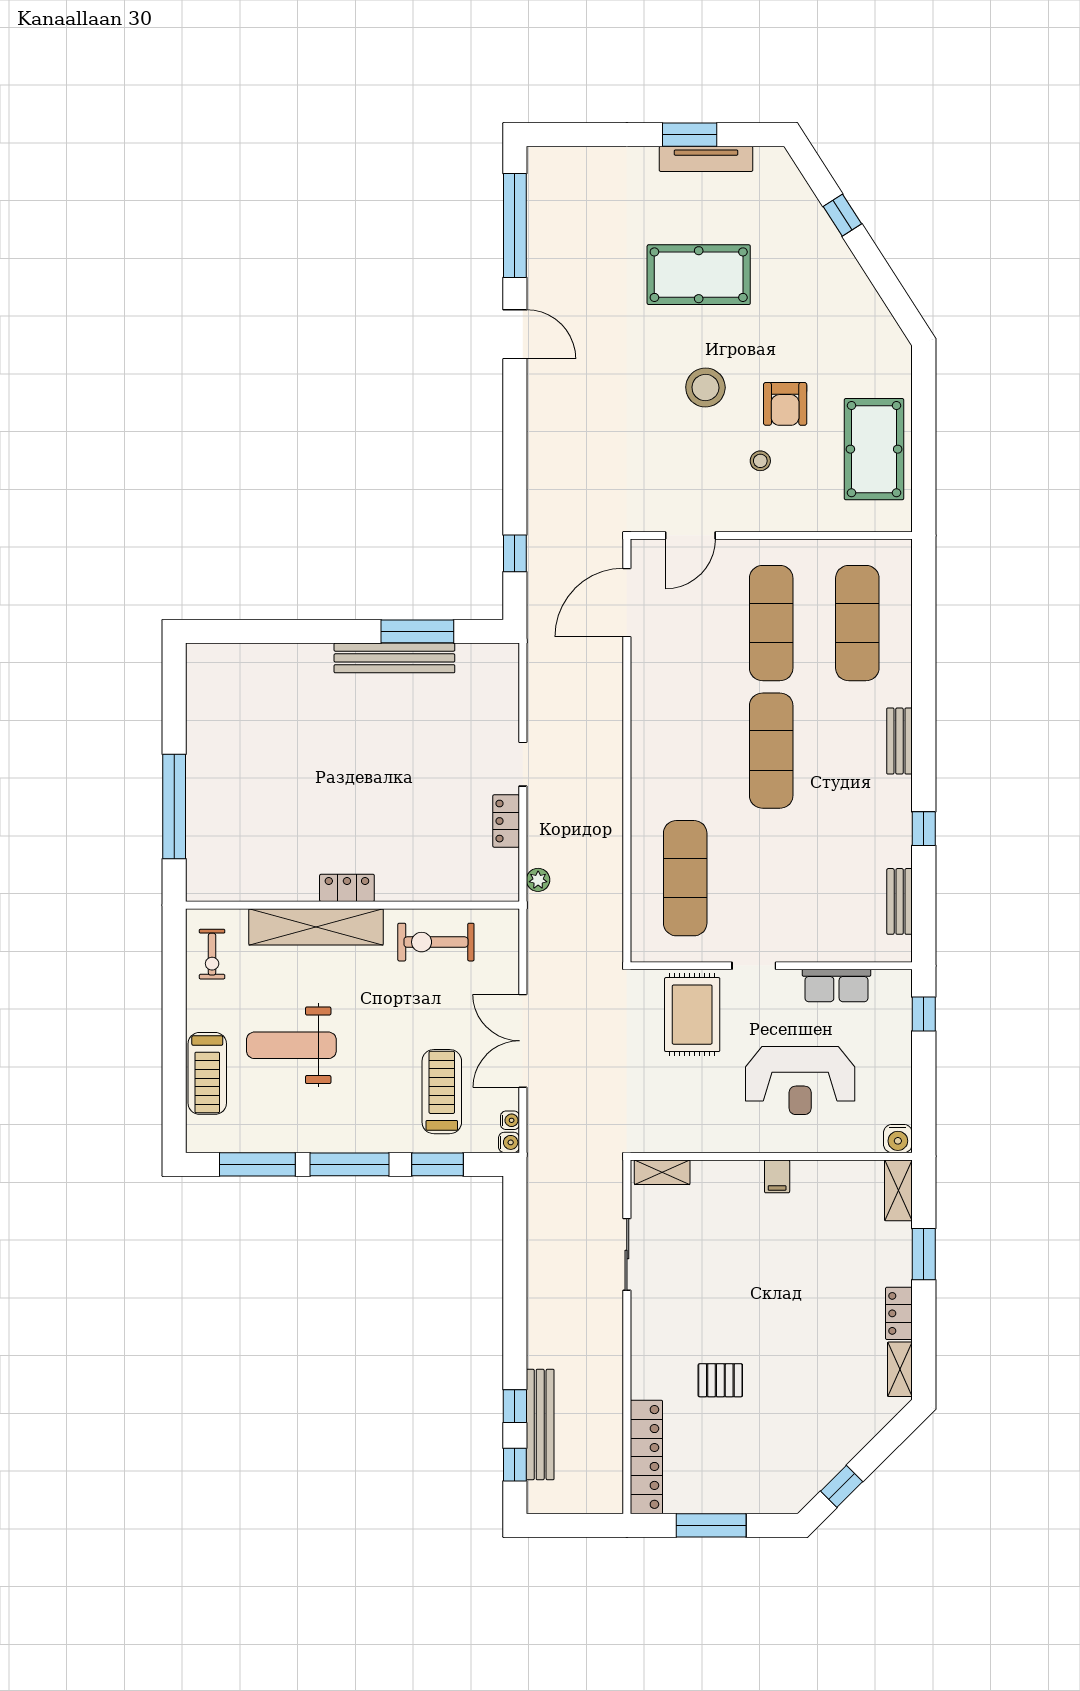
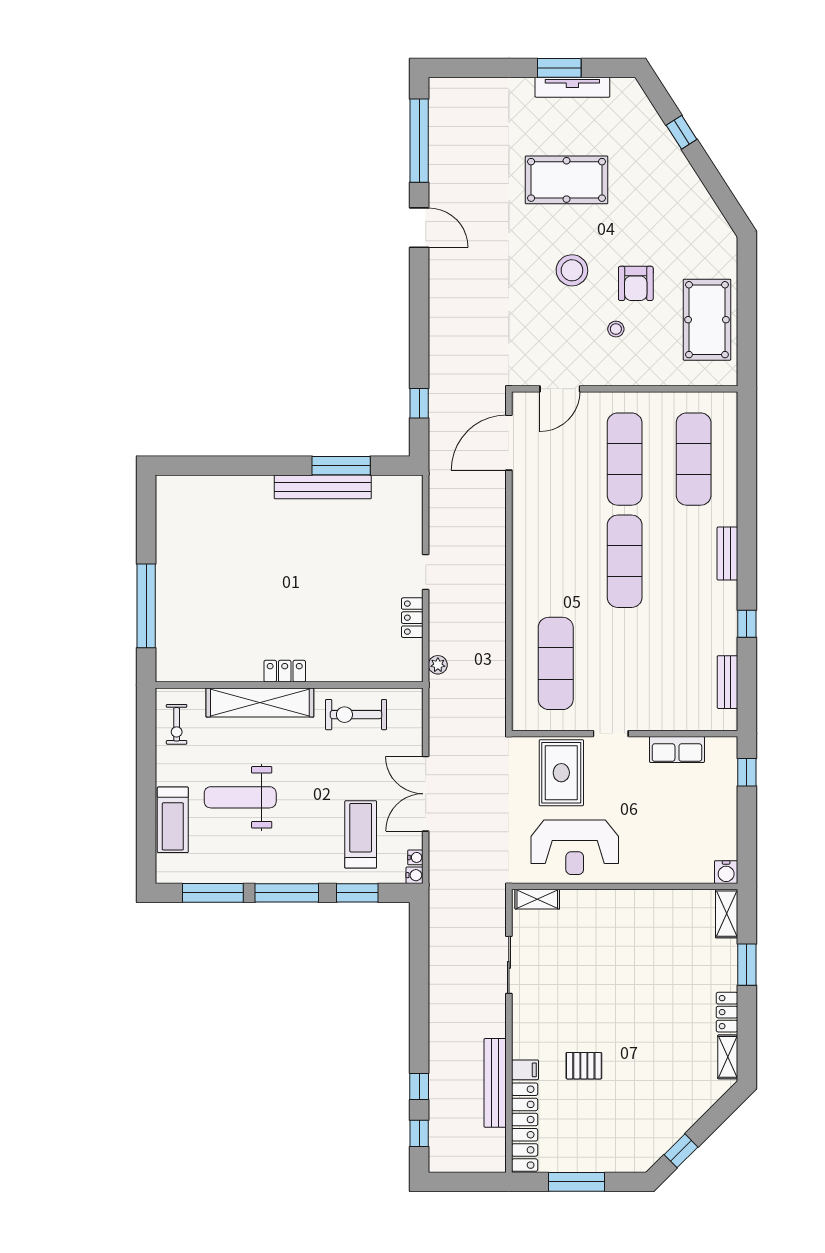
reception desk: (800, 1080) -> (575, 847), moved
filing cabinet: (777, 1176) -> (525, 1070), moved, turned -90
bench: (540, 1425) -> (495, 1083), moved

